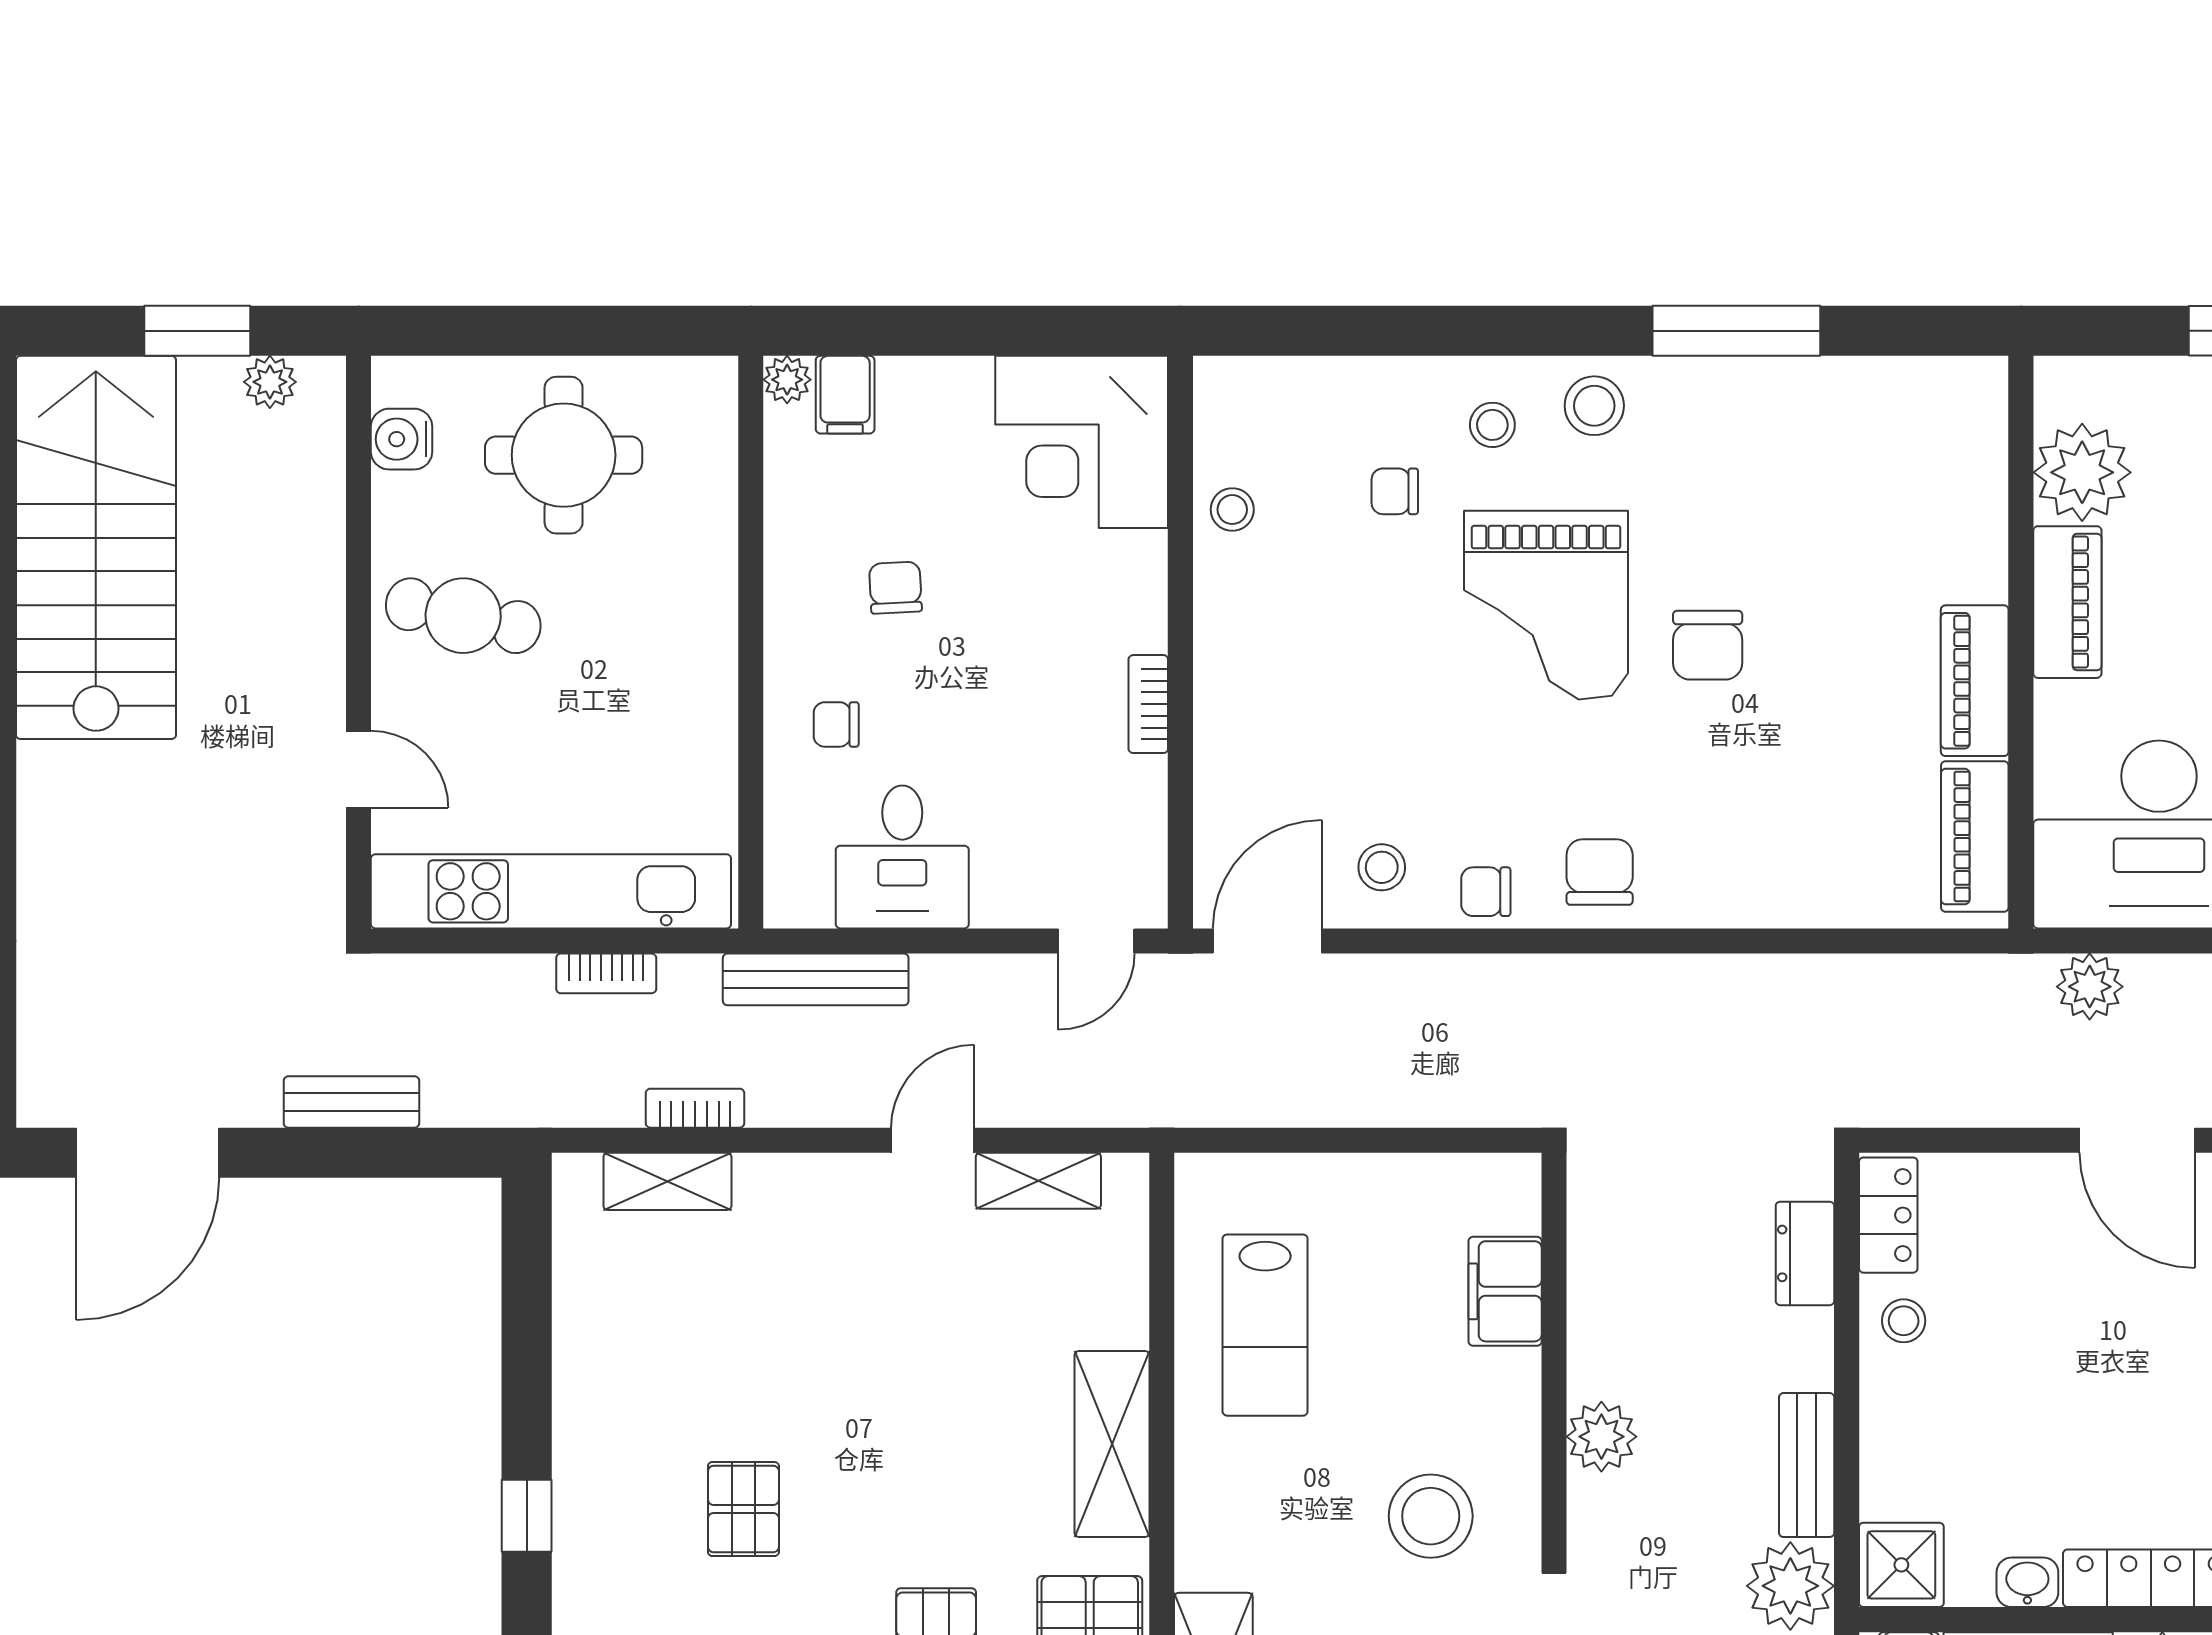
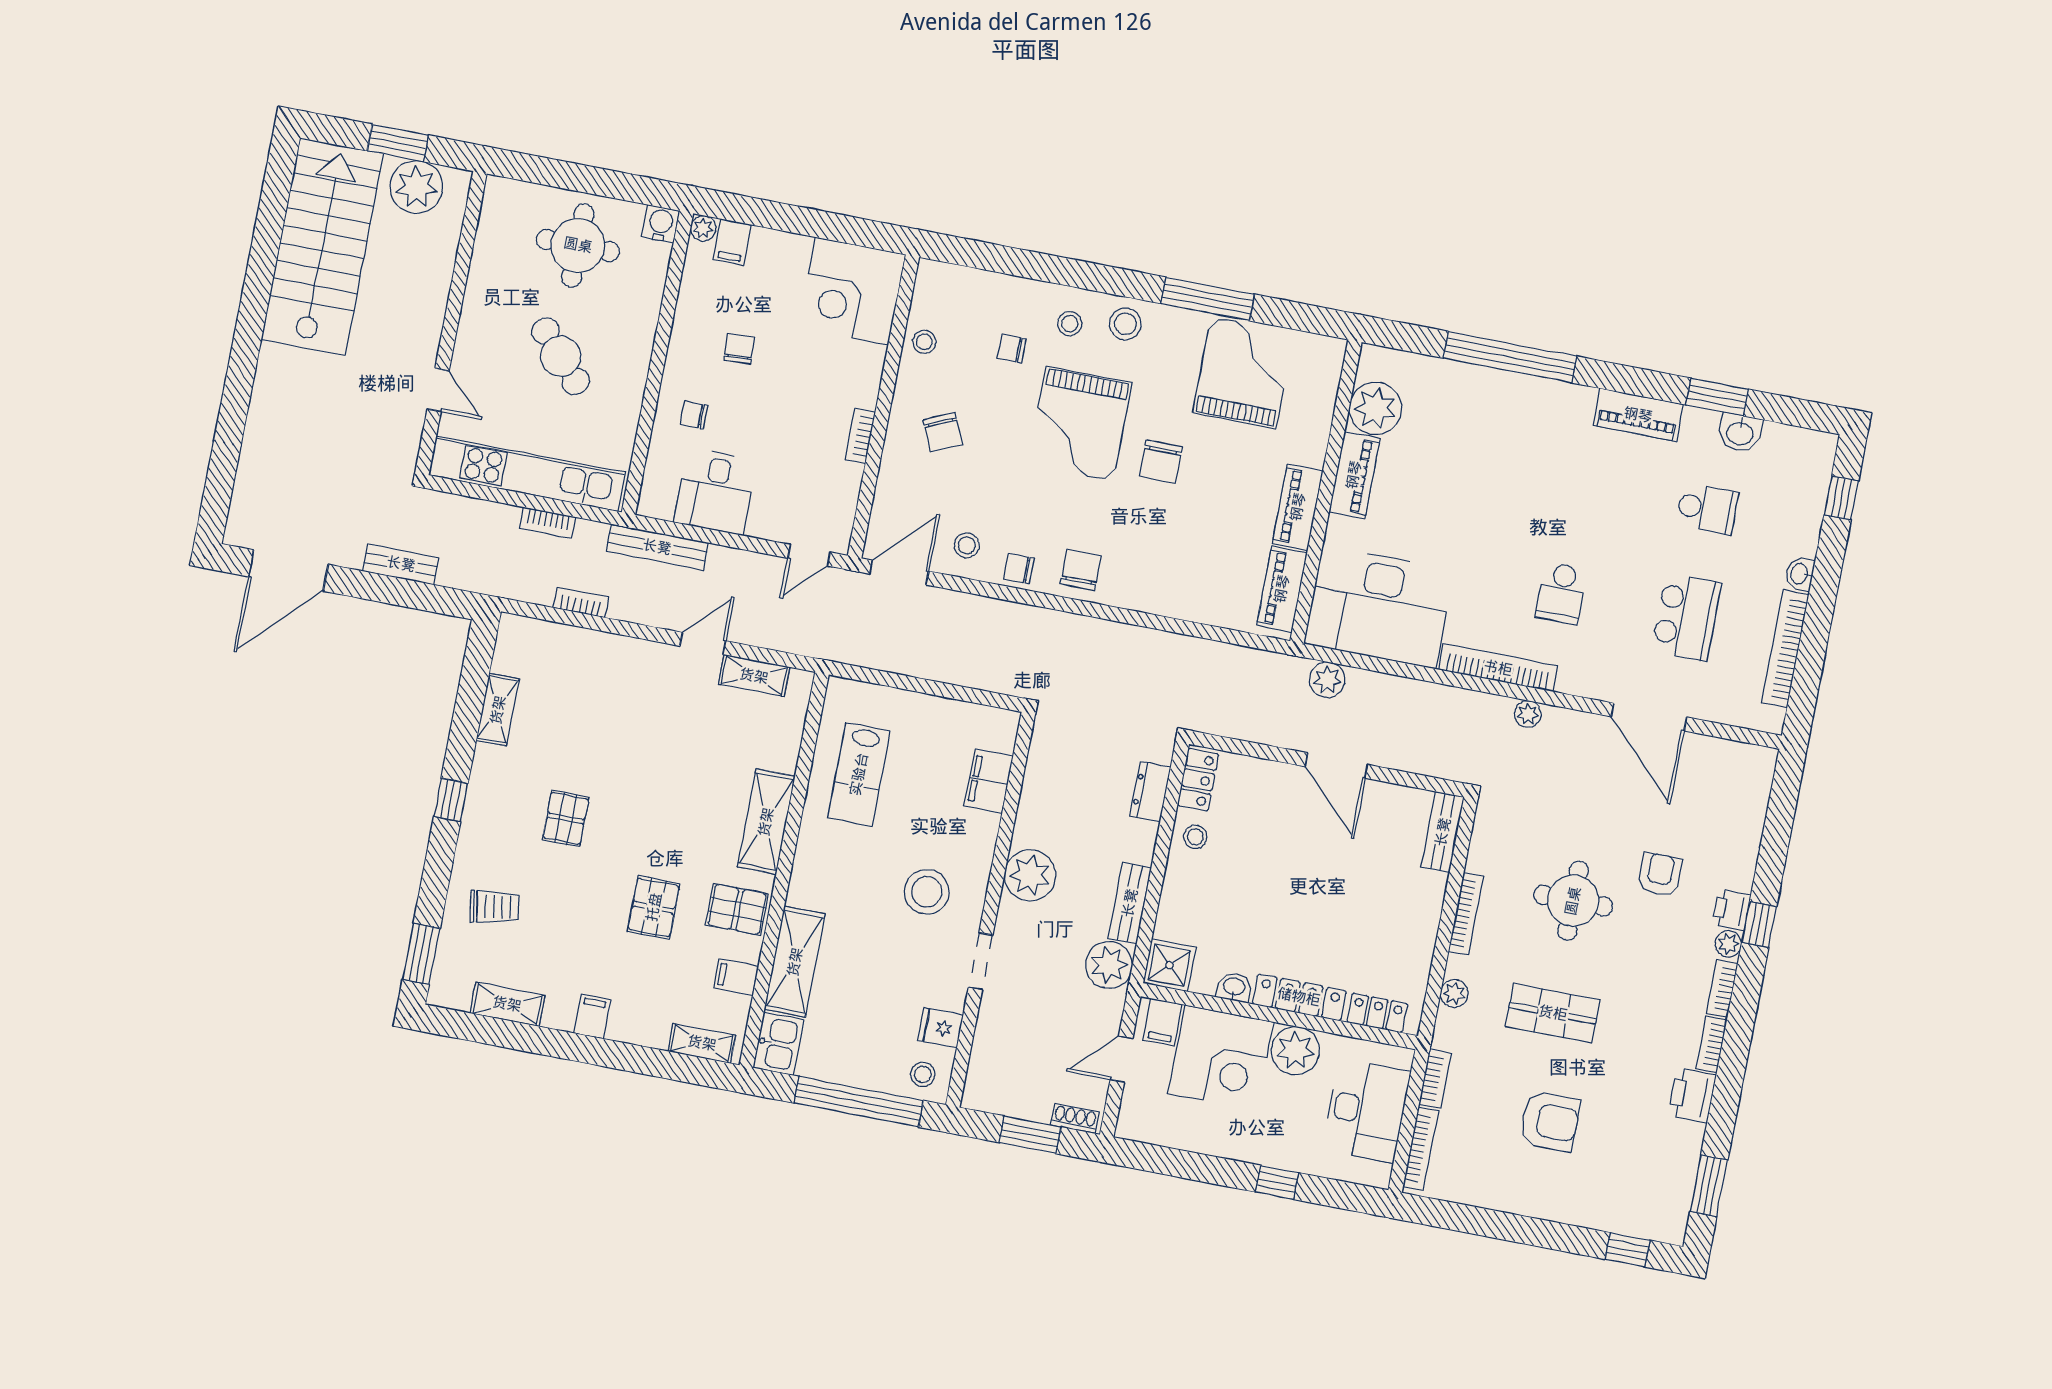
plant: (270, 382) -> (416, 187), width x1.87, depth x1.87
water cooler: (402, 439) -> (661, 224), moved, turned 90
grand piano: (1828, 453) -> (1243, 372), added
cafe table: (463, 616) -> (561, 356), moved, turned 36
chair: (1298, 668) -> (943, 432), added
shelving: (667, 1181) -> (498, 710), moved, turned 90
plant: (1601, 1437) -> (1030, 875), width x1.36, depth x1.36

